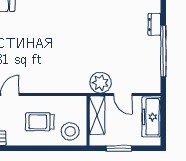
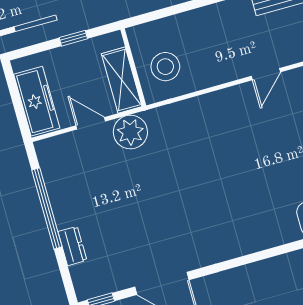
trolley: (40, 122) -> (208, 45), removed
stool: (70, 131) -> (165, 67), moved
window: (119, 148) -> (73, 38), width x0.67

